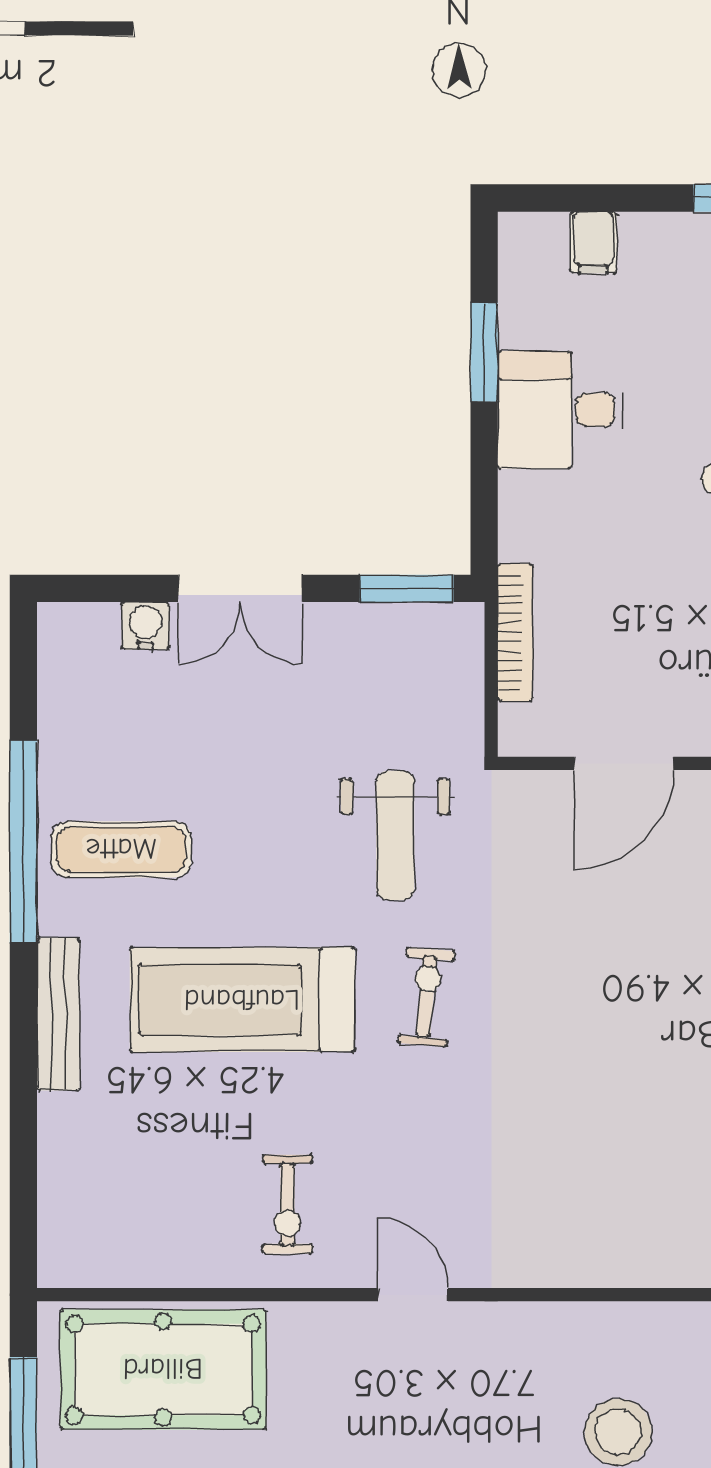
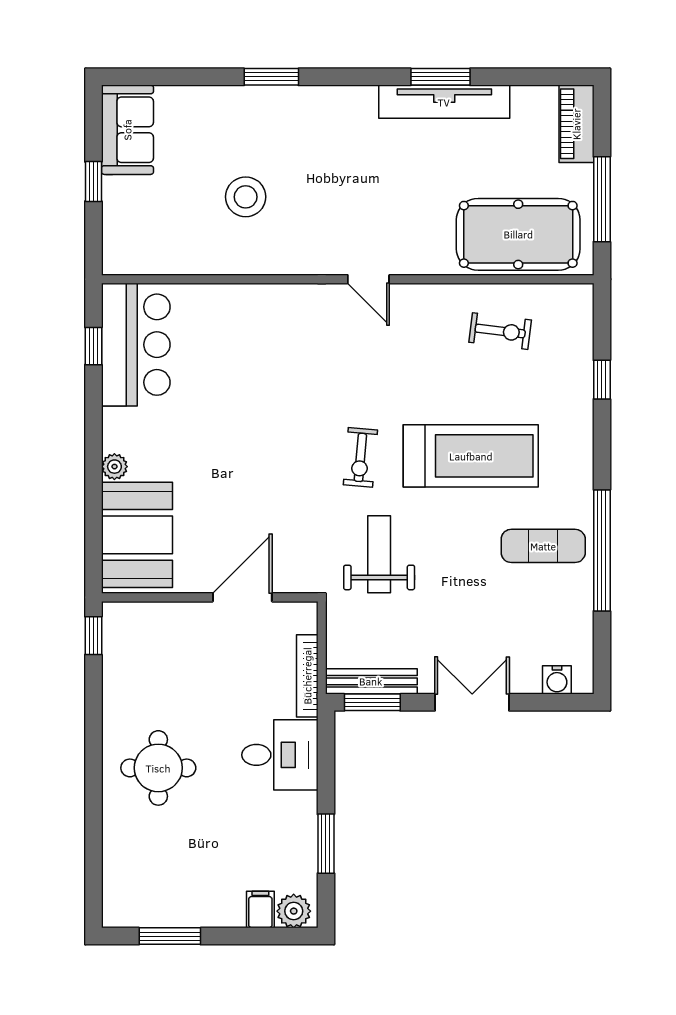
plant: (538, 240) -> (294, 911), added
desk: (561, 410) -> (280, 755), moved
water cooler: (146, 626) -> (557, 680), moved
bench: (58, 1014) -> (371, 681), moved, turned 90
window: (23, 1127) -> (602, 380), added
exercise bike: (288, 1204) -> (500, 331), moved, turned 97

